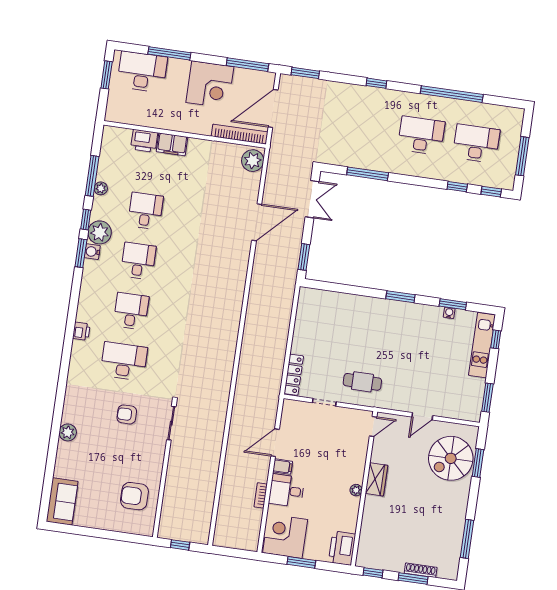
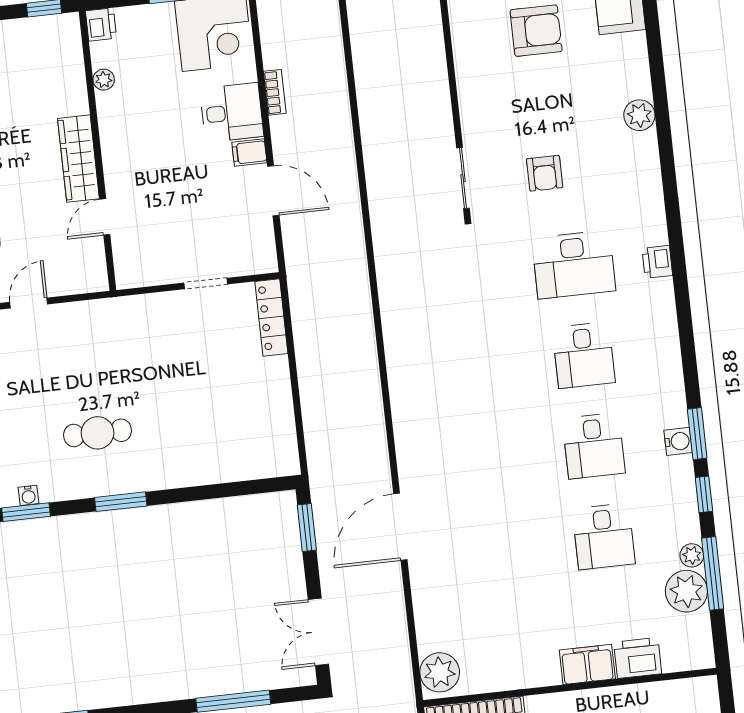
door: (257, 222) -> (400, 527), moved
plant: (100, 232) -> (686, 591), moved
printer: (81, 331) -> (657, 262), moved
cafe table: (362, 382) -> (98, 433), moved
armchair: (127, 414) -> (545, 173), turned 90
door: (373, 426) -> (105, 217), moved
door: (275, 443) -> (273, 191), hinge flipped
wardrobe: (376, 479) -> (79, 159), width x1.50
plant: (356, 490) -> (104, 80), moved
armchair: (134, 496) -> (536, 31), moved
printer: (342, 548) -> (101, 24), width x0.53, depth x0.68

